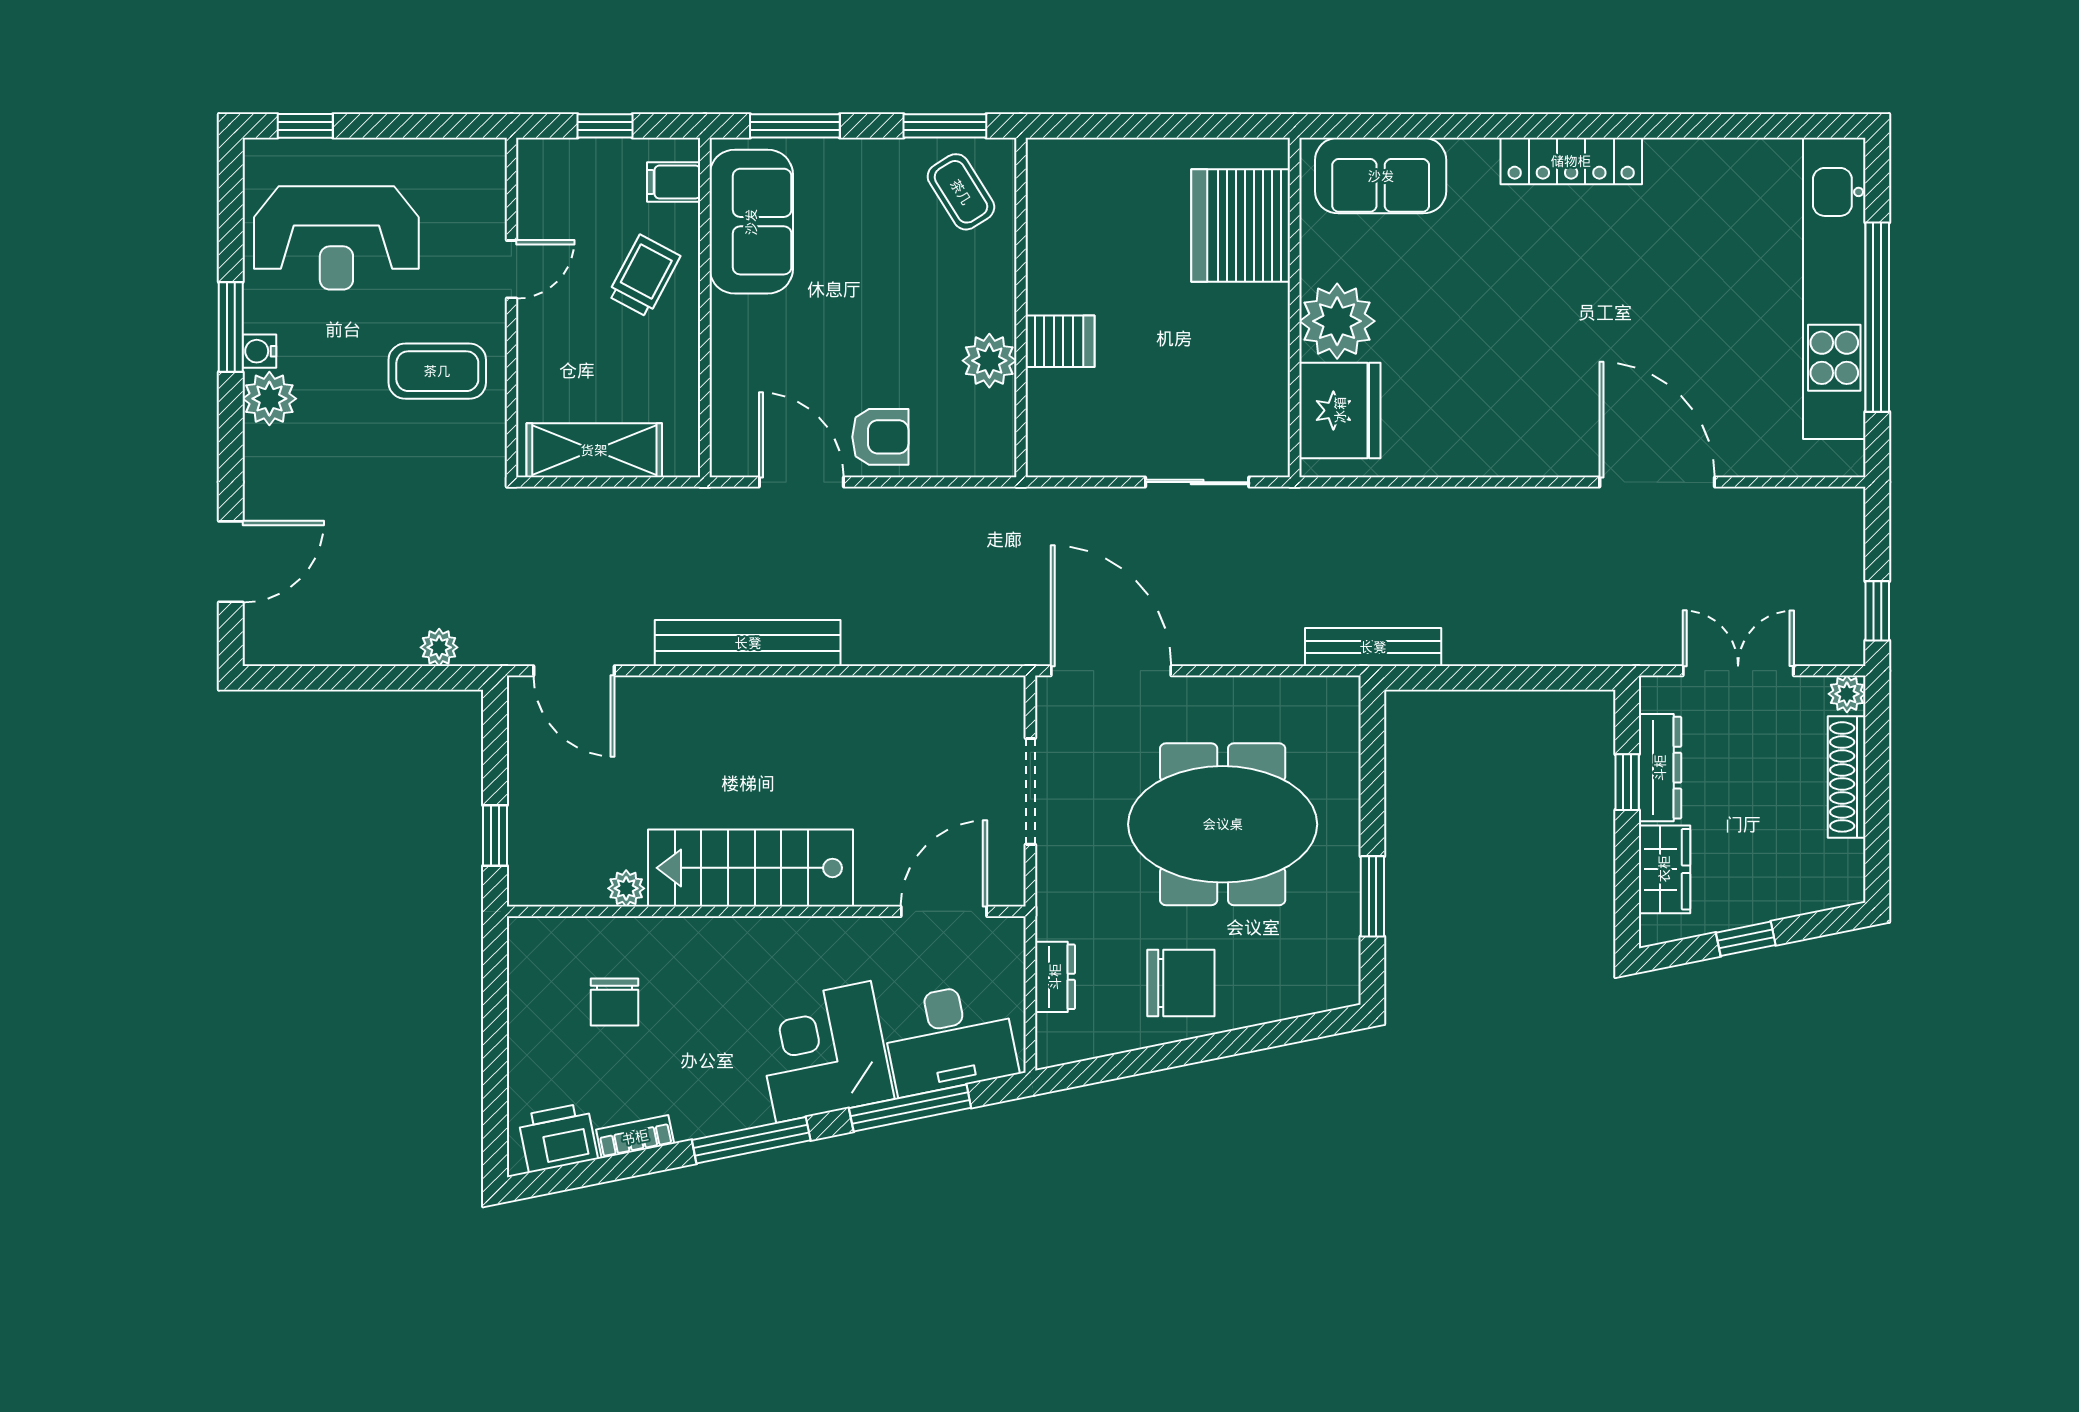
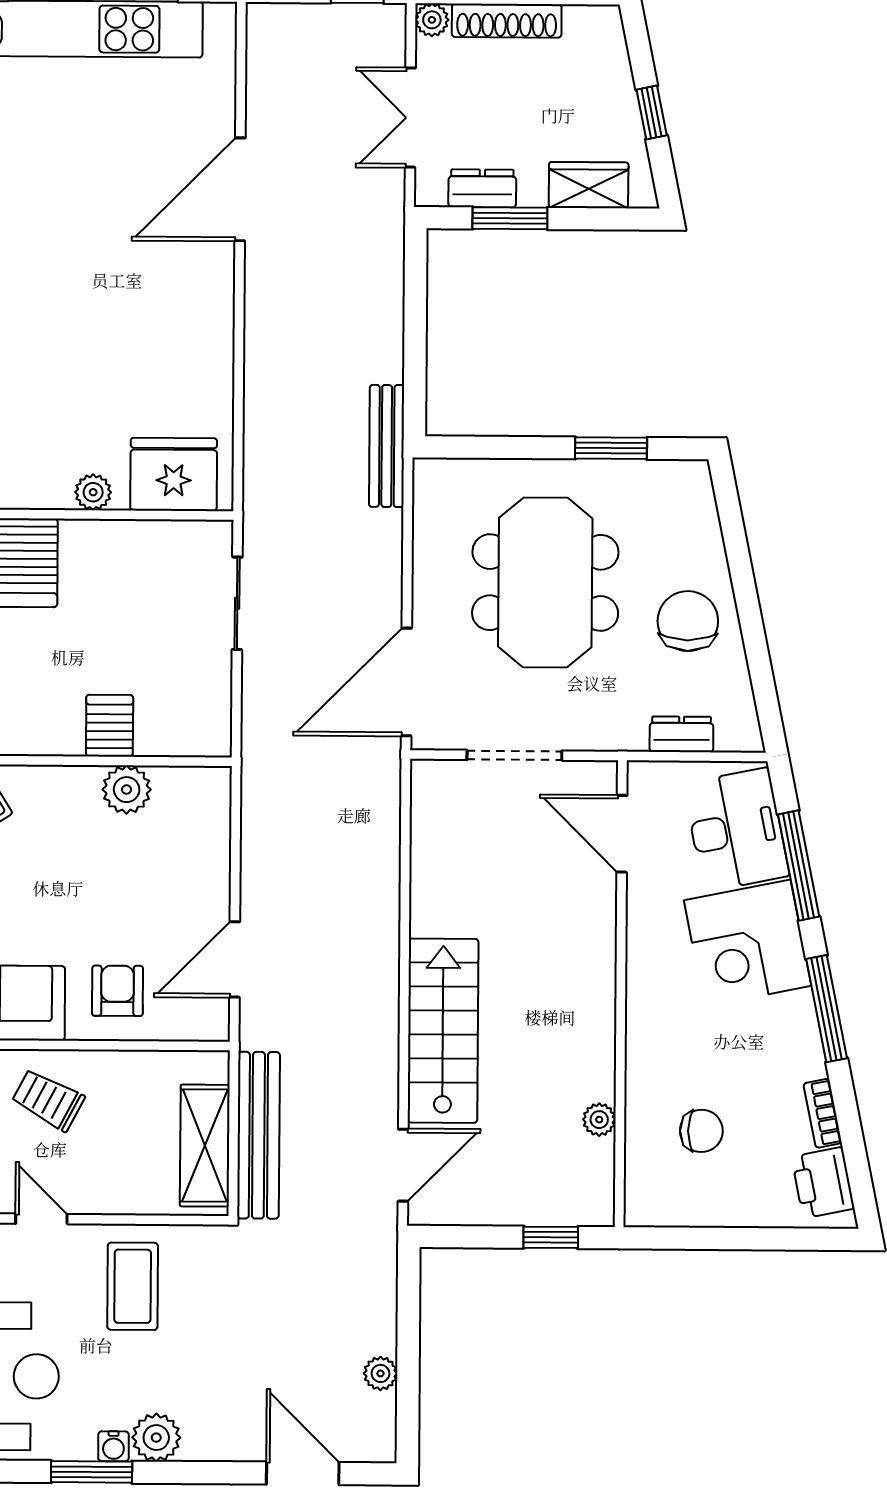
plant: (1337, 321) -> (93, 492), width x0.53, depth x0.53
armchair: (880, 437) -> (118, 991), moved
bench: (748, 643) -> (258, 1135), moved
plant: (439, 647) -> (380, 1373), moved
dresser: (1660, 768) -> (482, 188), width x0.70
window: (1627, 782) -> (510, 218), width x1.50
stairs: (751, 868) -> (443, 1031), moved, turned 180

